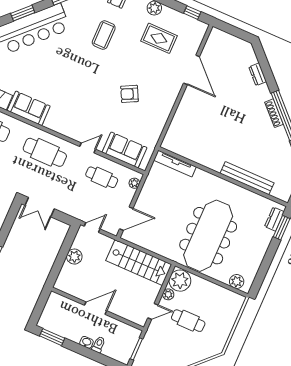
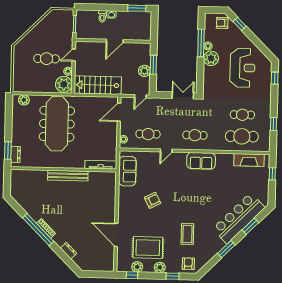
plant: (182, 20) -> (137, 267), added
rug: (159, 38) -> (148, 248), width x1.36, depth x1.43
sofa: (29, 108) -> (201, 161), moved
sofa: (125, 150) -> (127, 171), moved, turned -90
cafe table: (45, 152) -> (195, 135), width x0.73, depth x0.74
bench: (247, 178) -> (68, 176), moved
window: (60, 260) -> (153, 65), added

